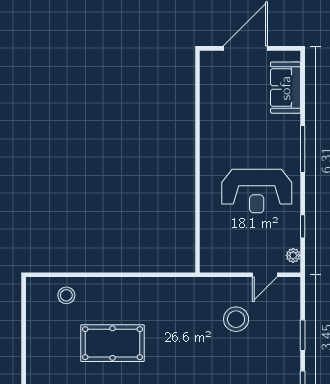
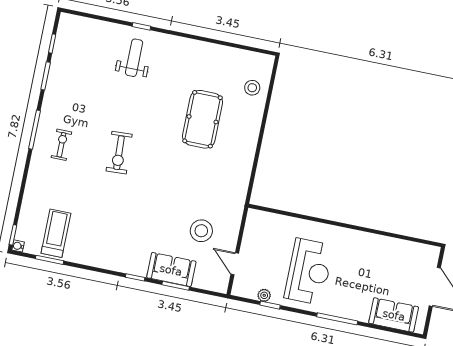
reception desk: (257, 191) -> (309, 272), turned 180
plant: (293, 255) -> (264, 295), moved
sofa: (286, 343) -> (171, 270), added

